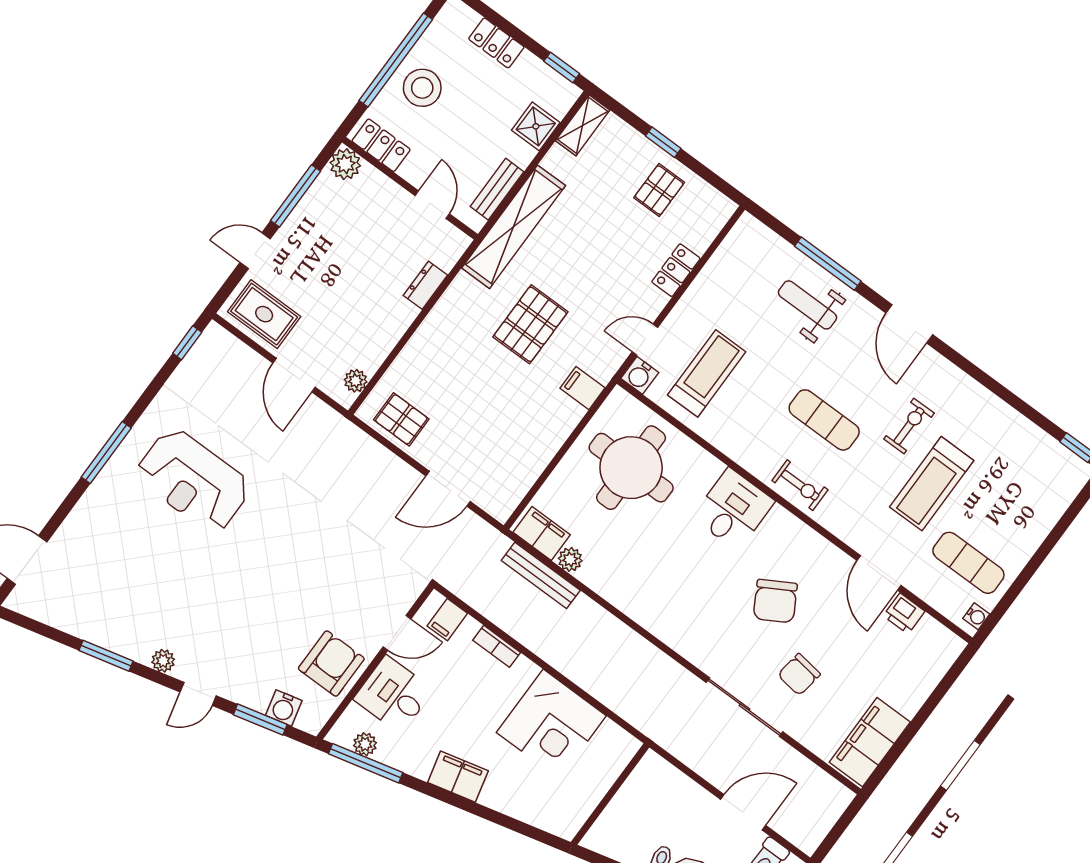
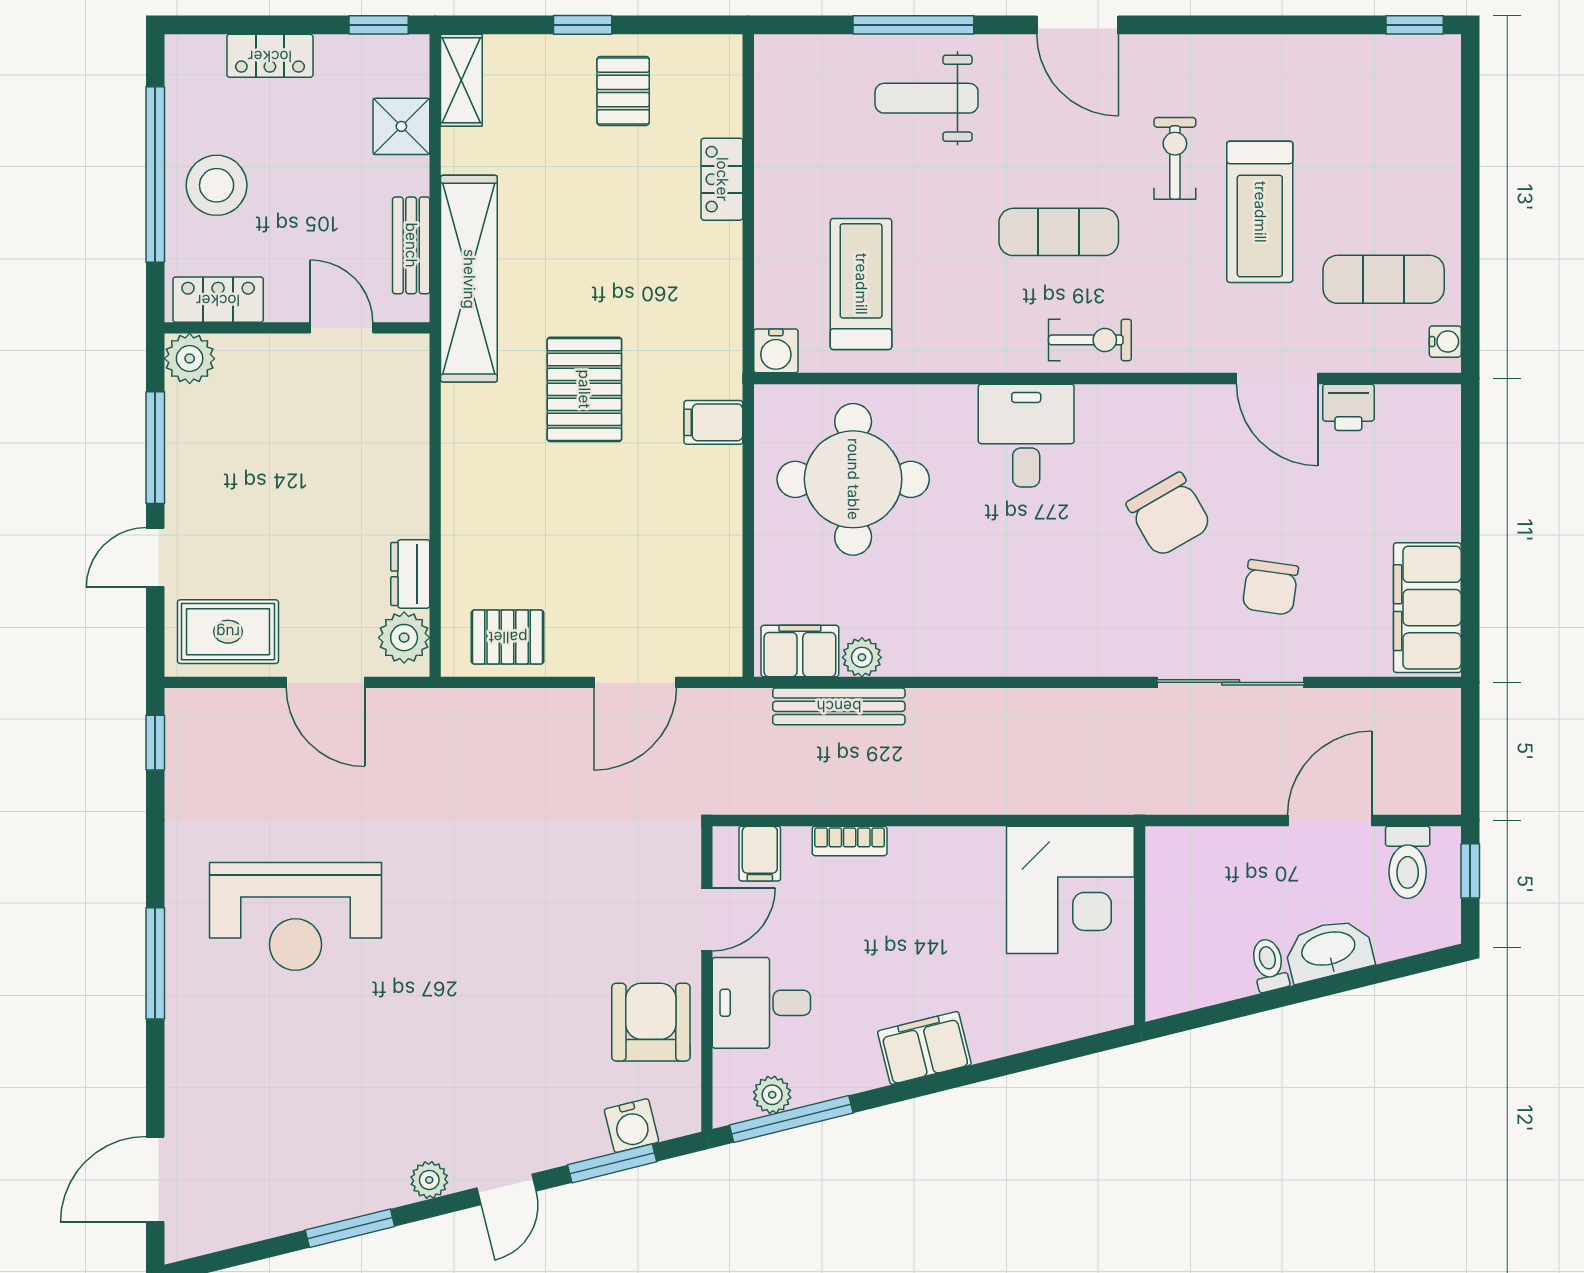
dresser: (425, 285) -> (410, 574), moved
door: (645, 340) -> (748, 299), removed
plant: (356, 381) -> (404, 638), width x1.38, depth x1.38
corner desk: (551, 724) -> (1070, 890), moved

